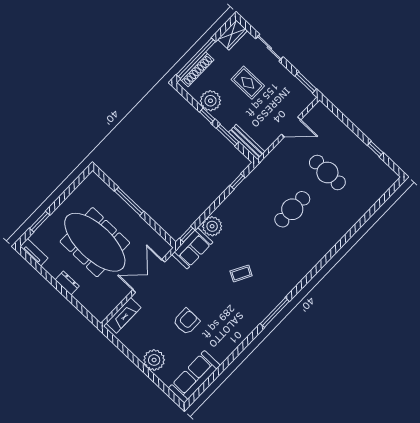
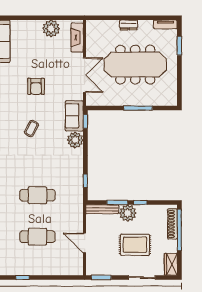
rug: (248, 83) -> (135, 245), width x1.36, depth x1.43
plant: (210, 101) -> (128, 213), moved
door: (291, 127) -> (84, 243), hinge flipped
cafe table: (292, 209) -> (37, 195), turned 90
armchair: (186, 321) -> (36, 86), moved
plant: (154, 360) -> (51, 29), moved

